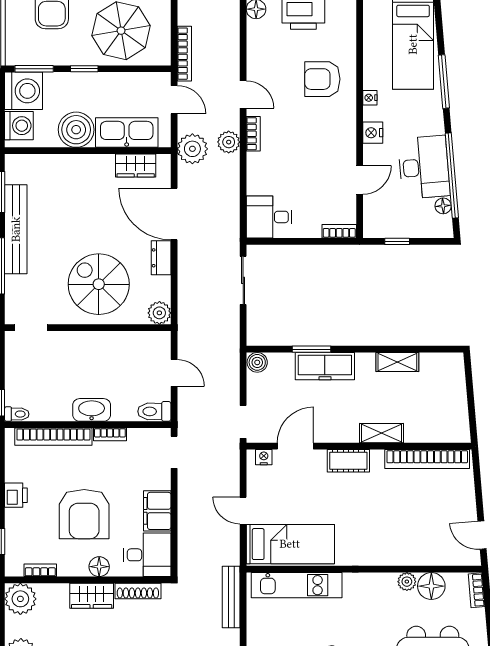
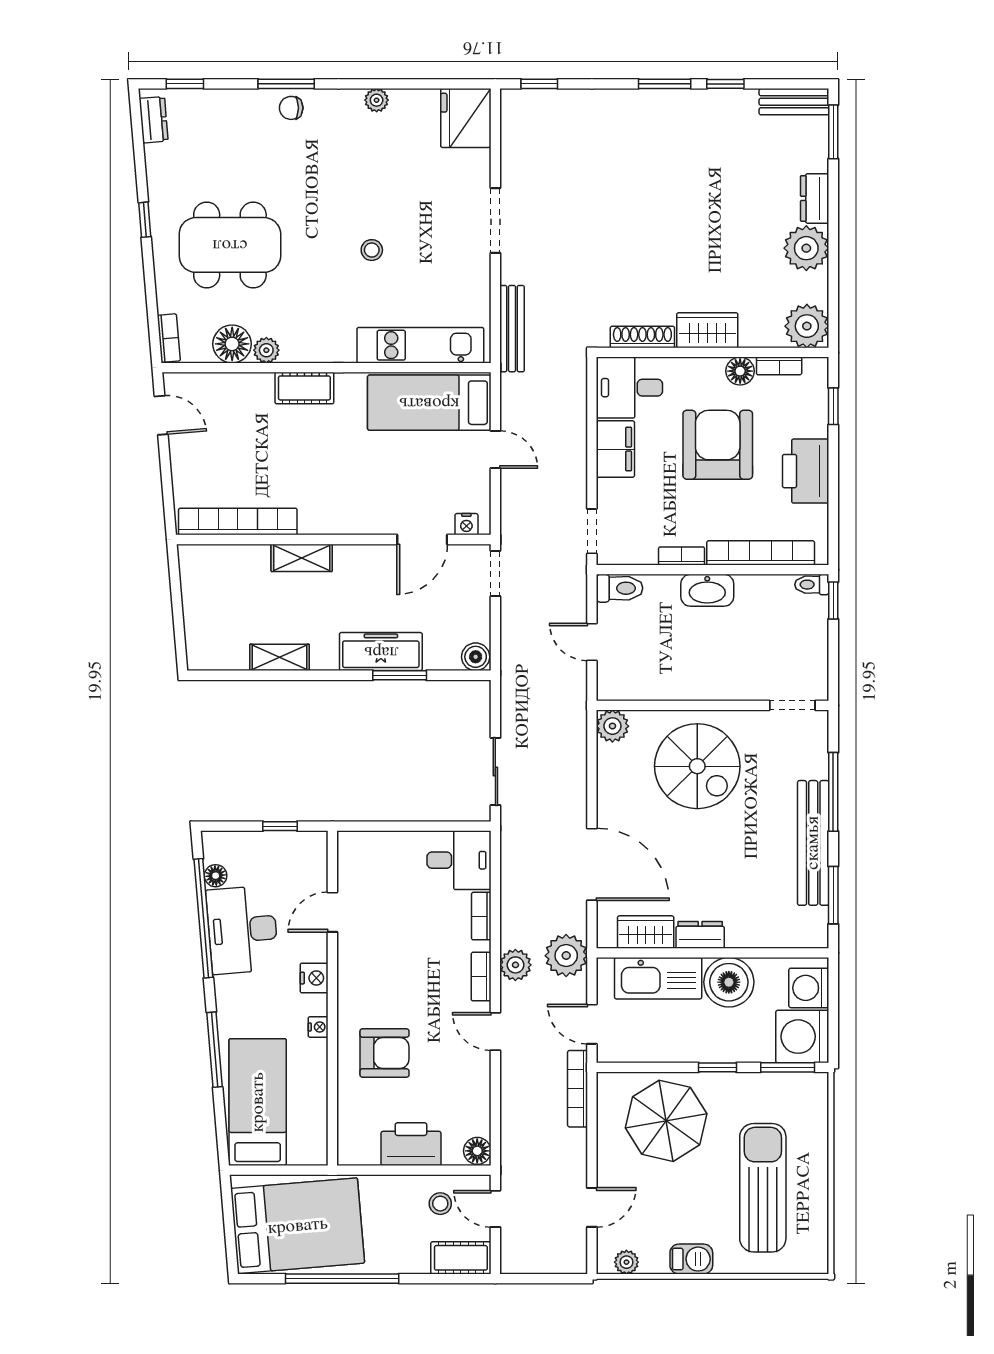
bookcase: (339, 231) -> (481, 916), moved, turned 90
dresser: (161, 258) -> (700, 935), moved, turned -90
cot: (348, 461) -> (304, 388), moved
printer: (16, 495) -> (806, 471), width x1.87, depth x1.48
floor lamp: (99, 567) -> (740, 371), moved

